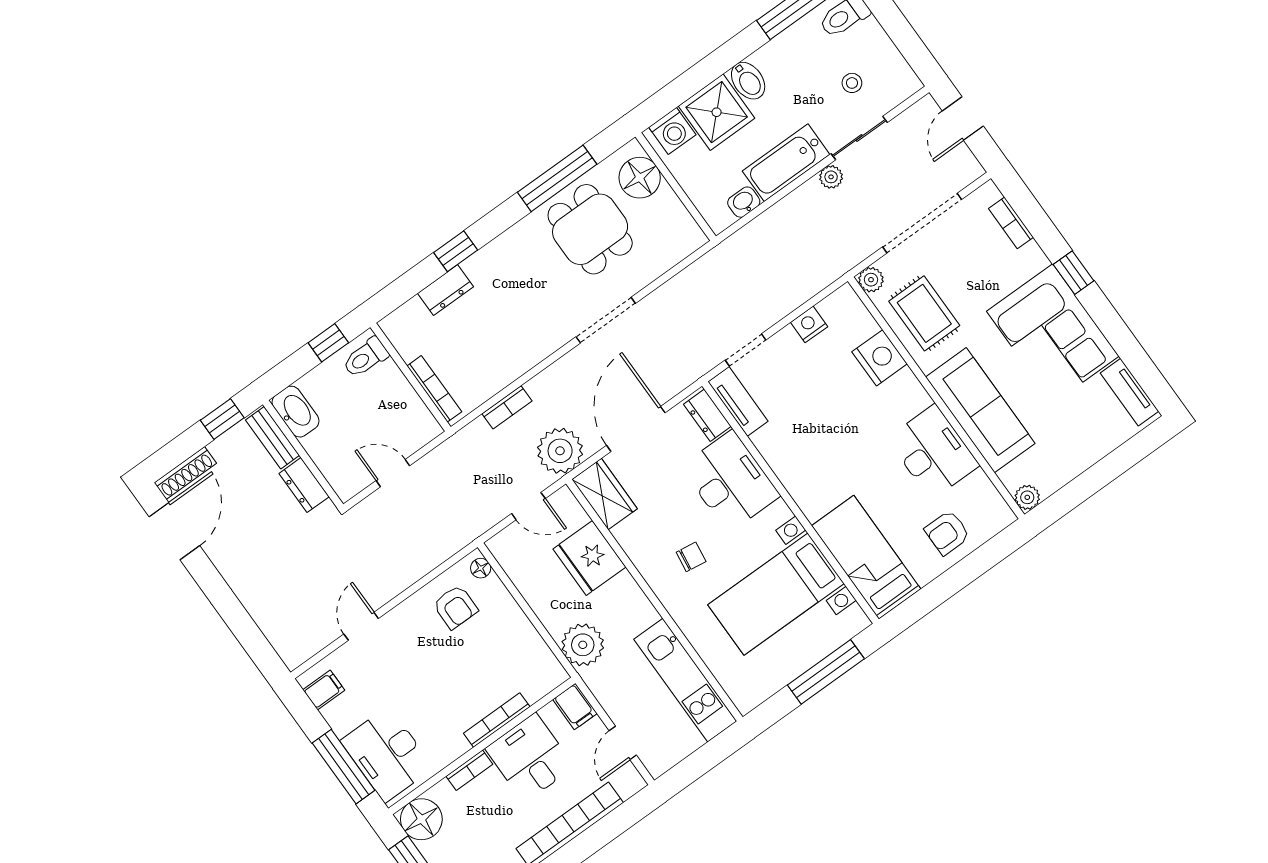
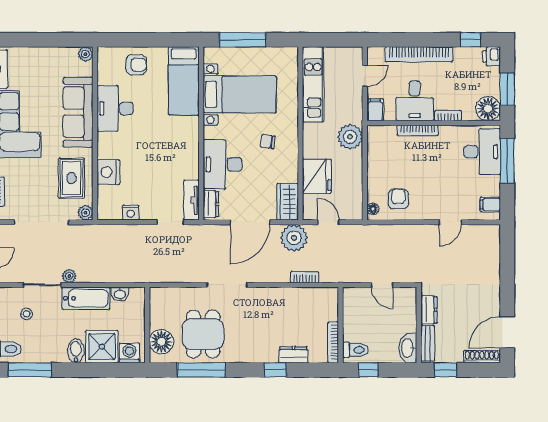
bookcase: (434, 389) -> (333, 342), moved

